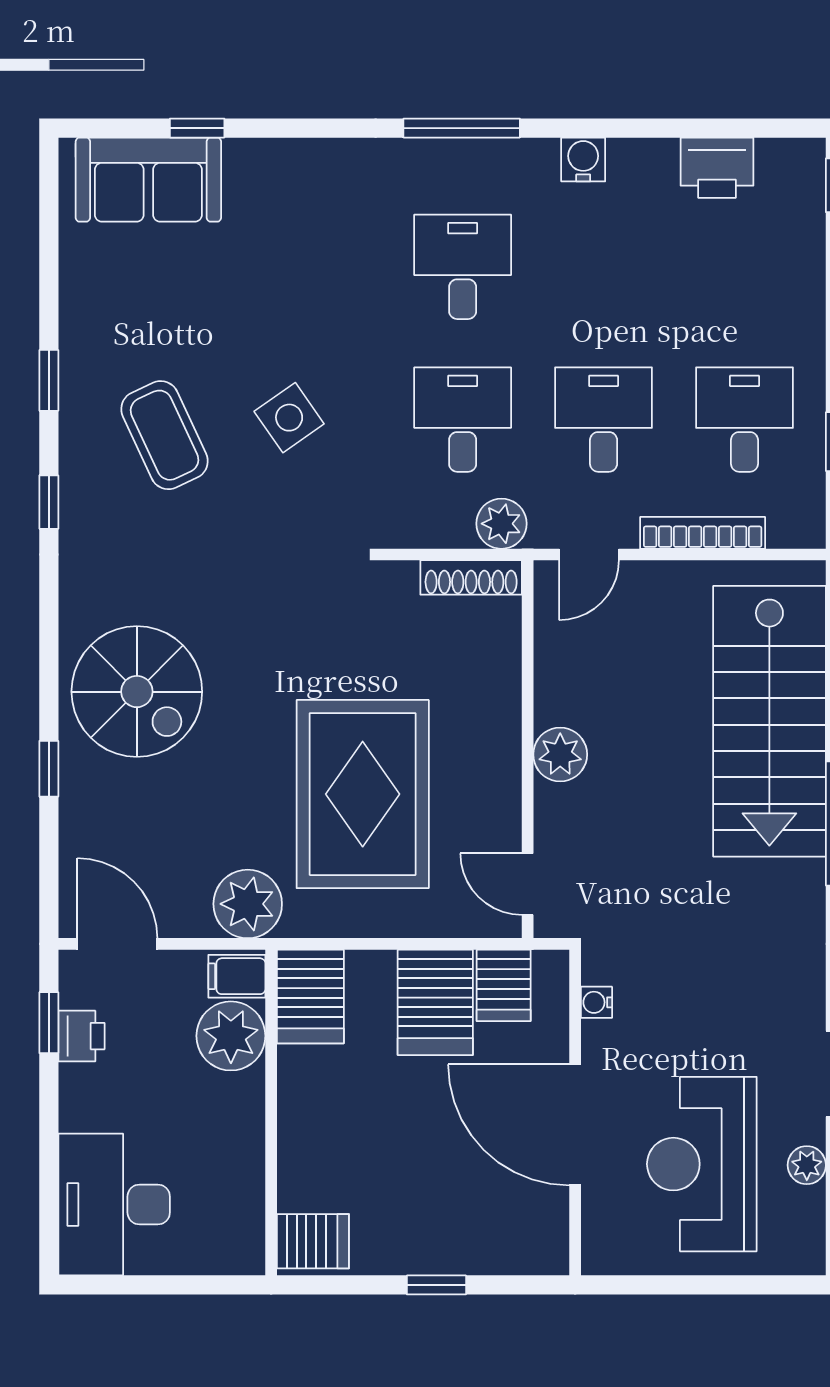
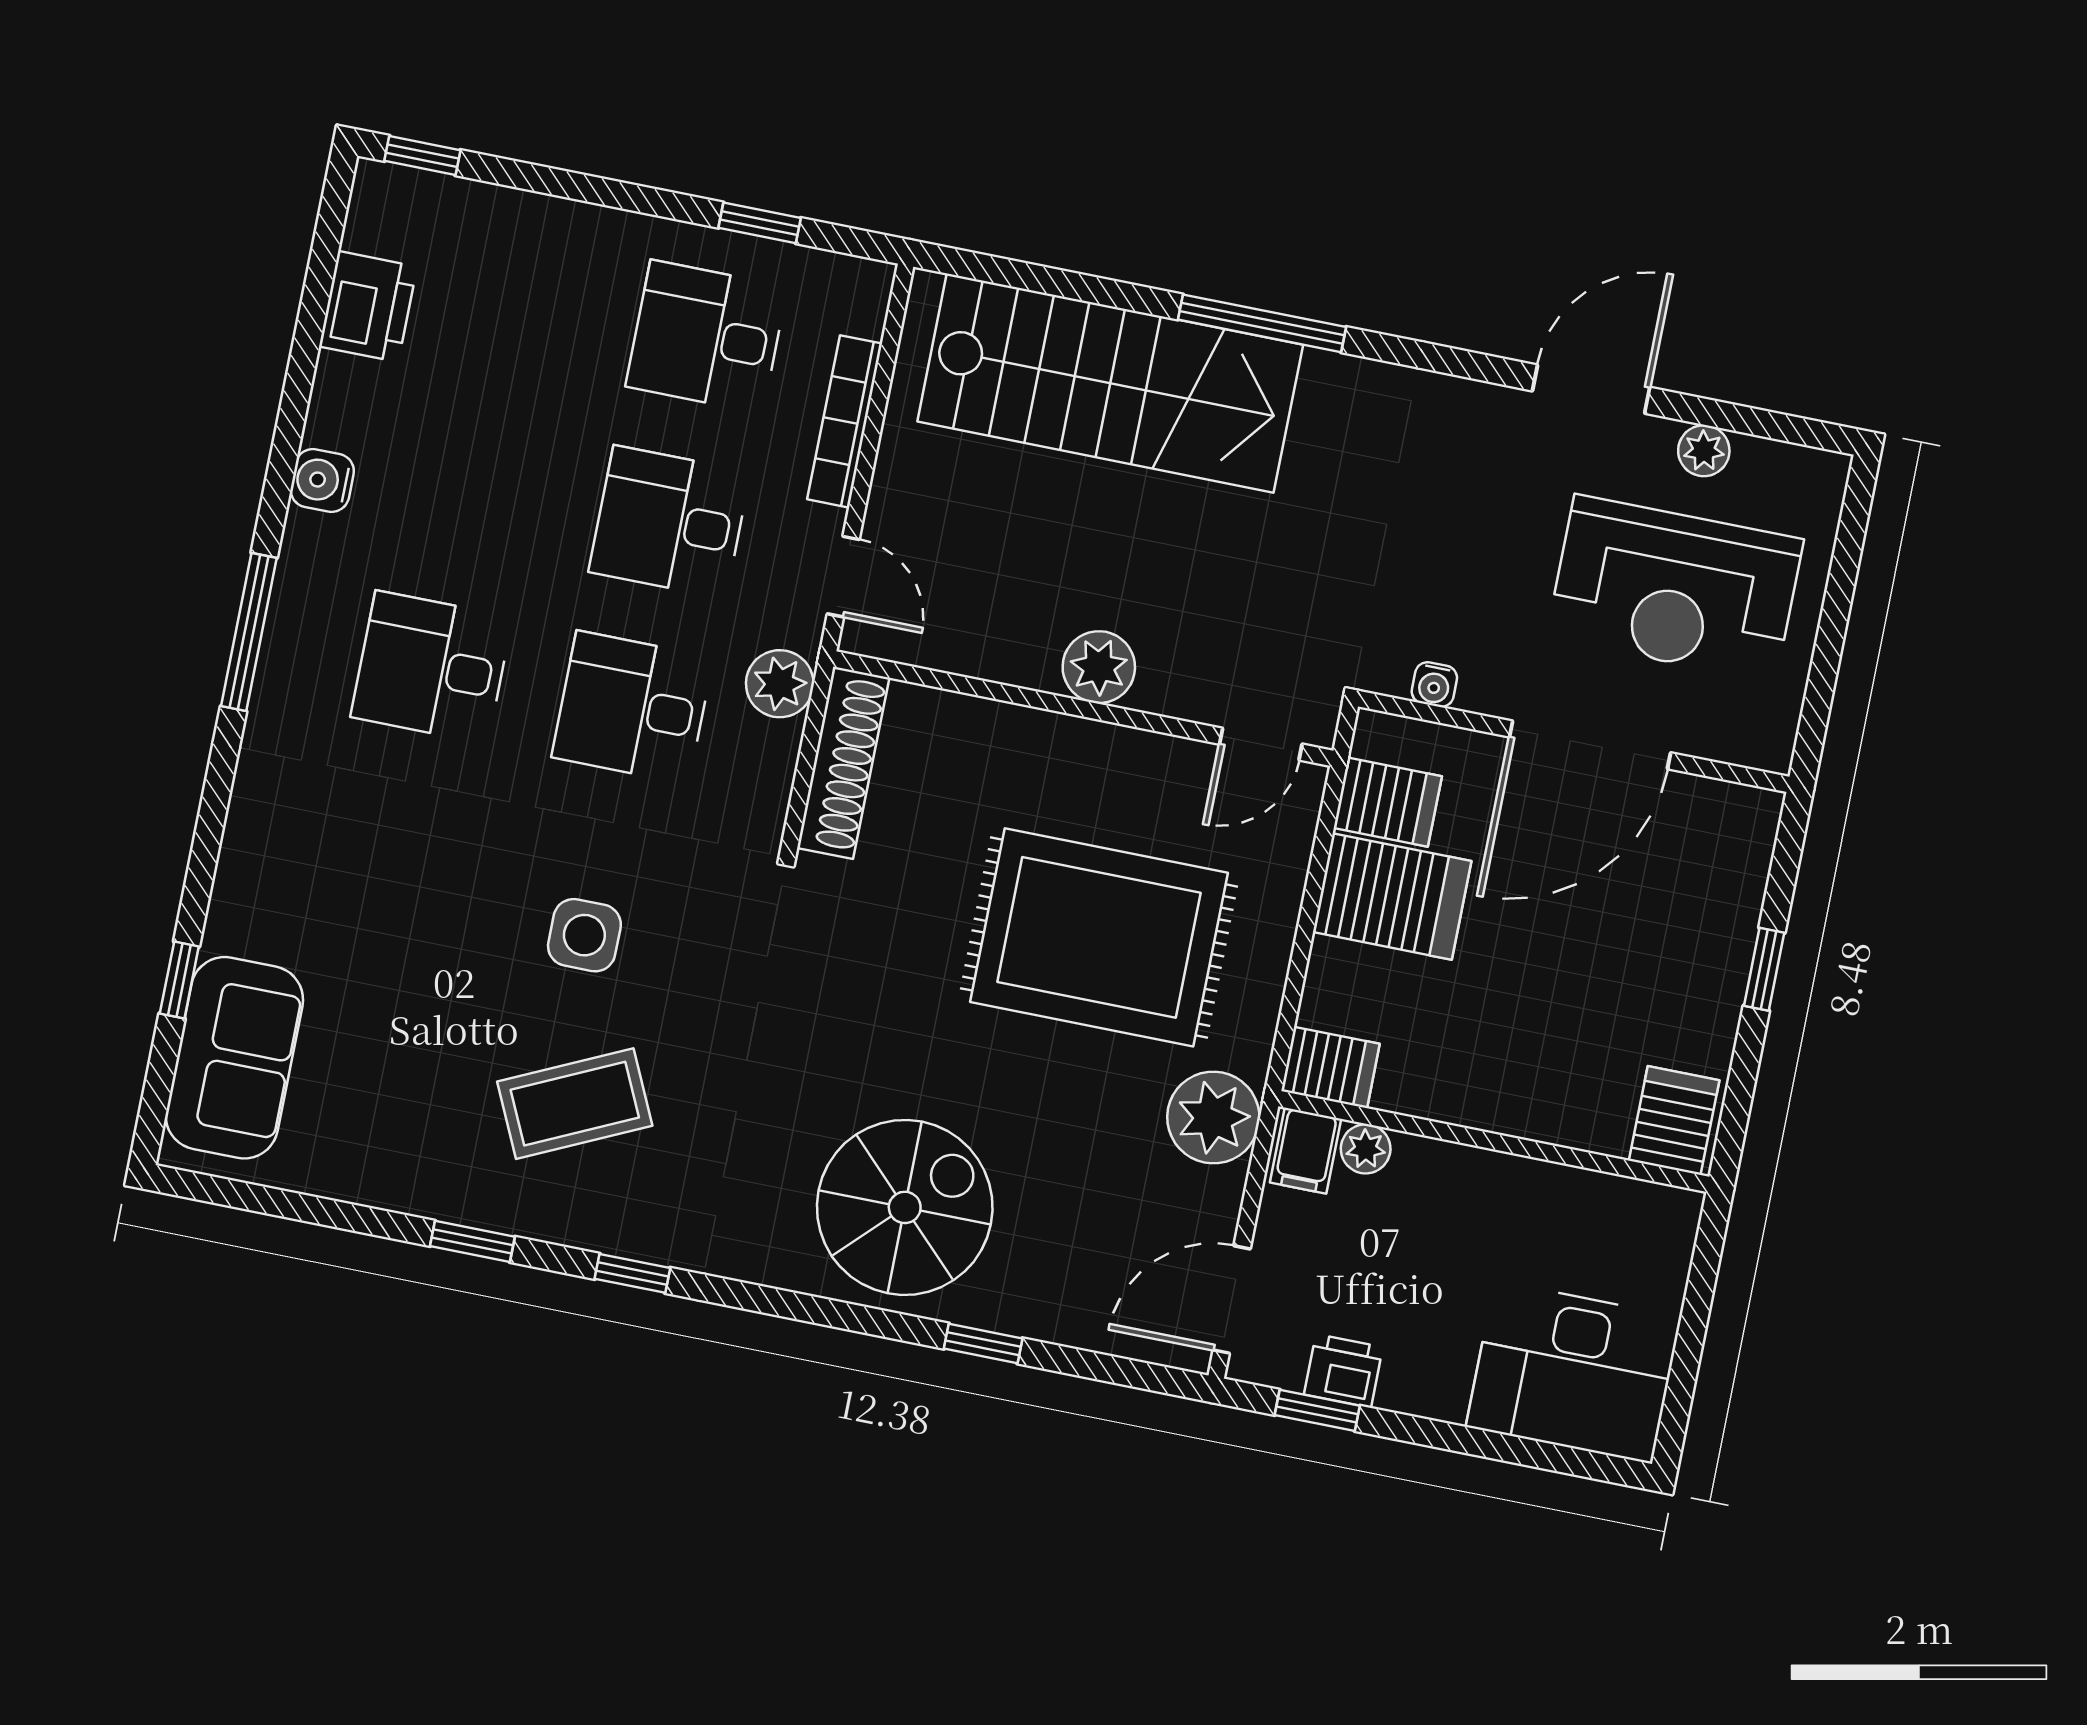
side table: (289, 418) -> (584, 935), turned 35
shoe rack: (471, 577) -> (843, 763), width x1.36, depth x1.24
server rack: (310, 997) -> (1330, 1067), width x0.73, depth x0.70
plant: (231, 1036) -> (1366, 1149), width x0.53, depth x0.53

